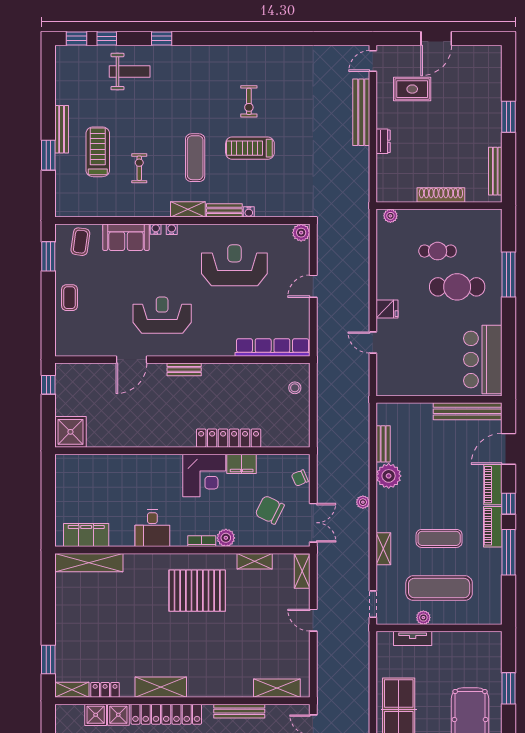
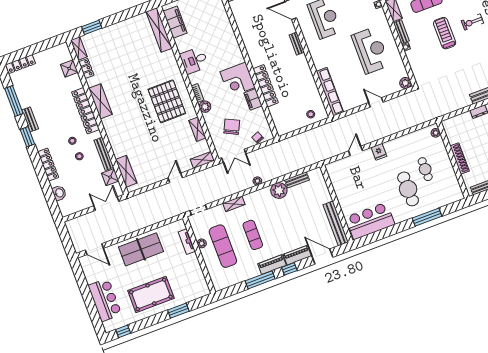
shower: (118, 715) -> (110, 177), moved

